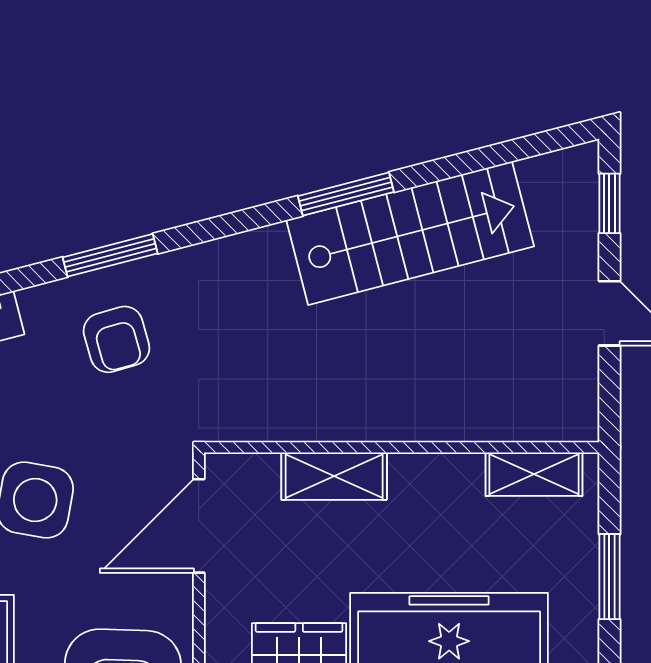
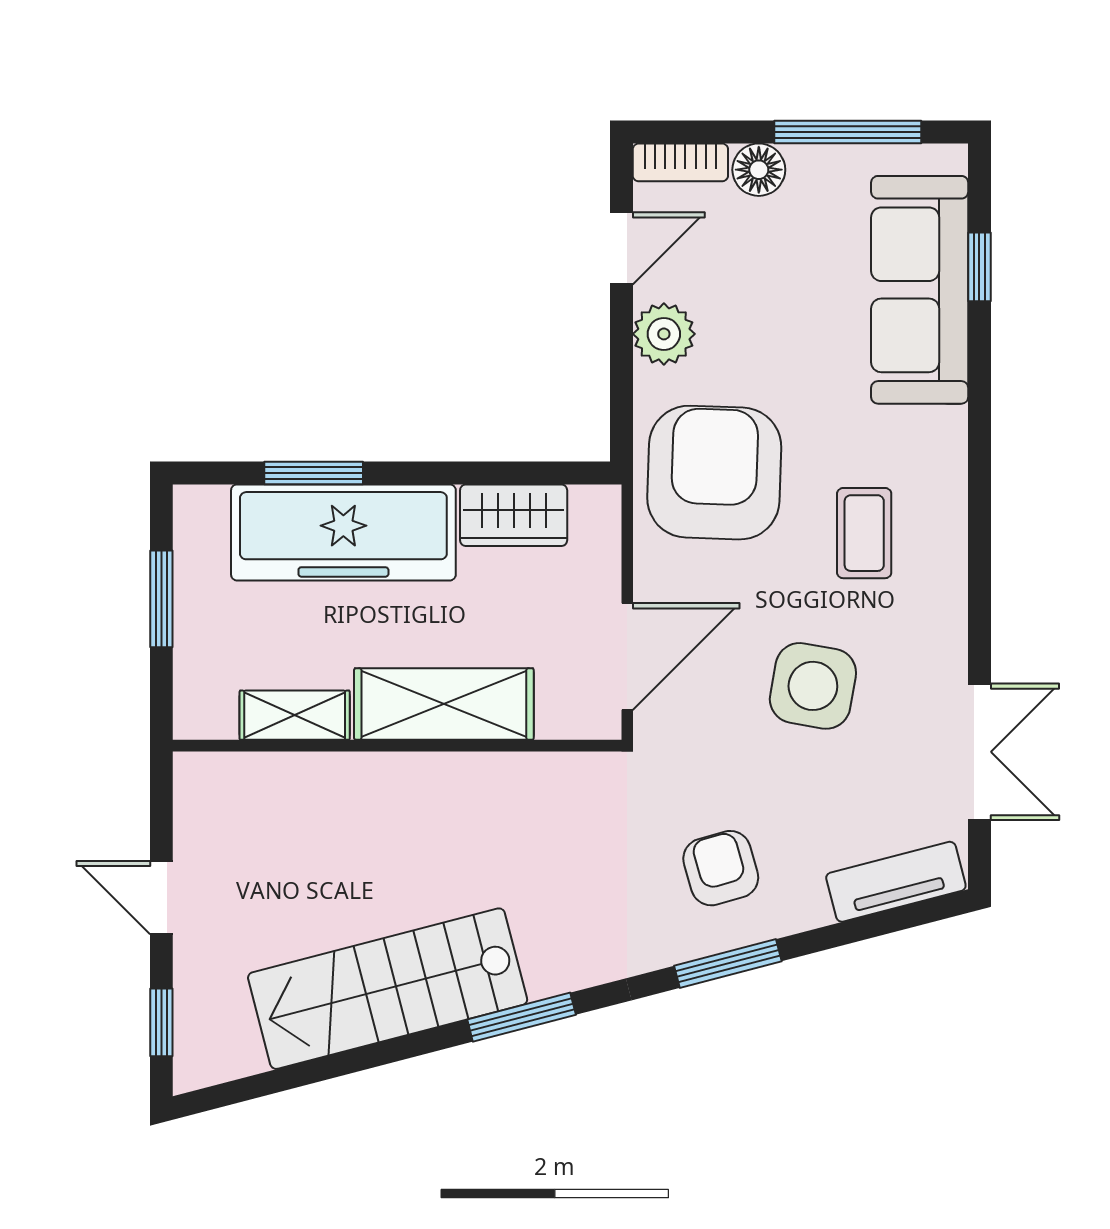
window: (346, 194) -> (522, 1017), moved
shelving: (534, 474) -> (295, 715), moved
shelving: (334, 476) -> (444, 704), width x1.50, depth x1.33

